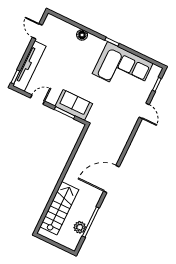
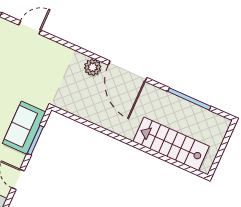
plant: (80, 227) -> (93, 67), moved

